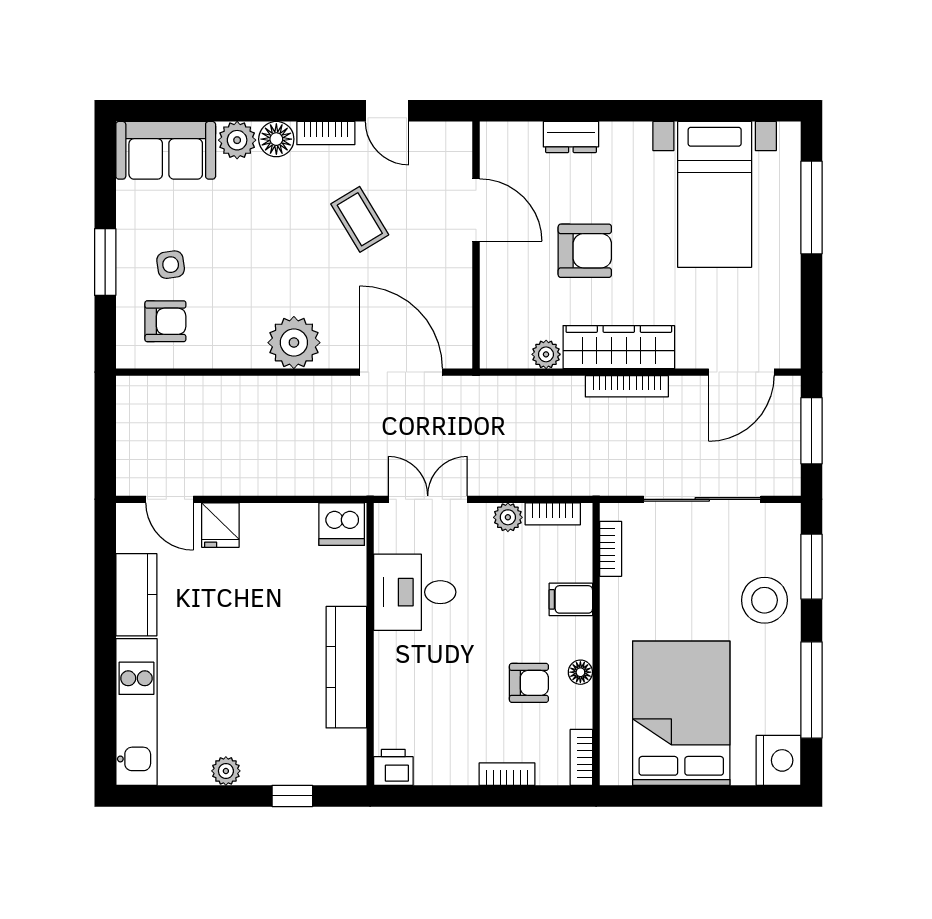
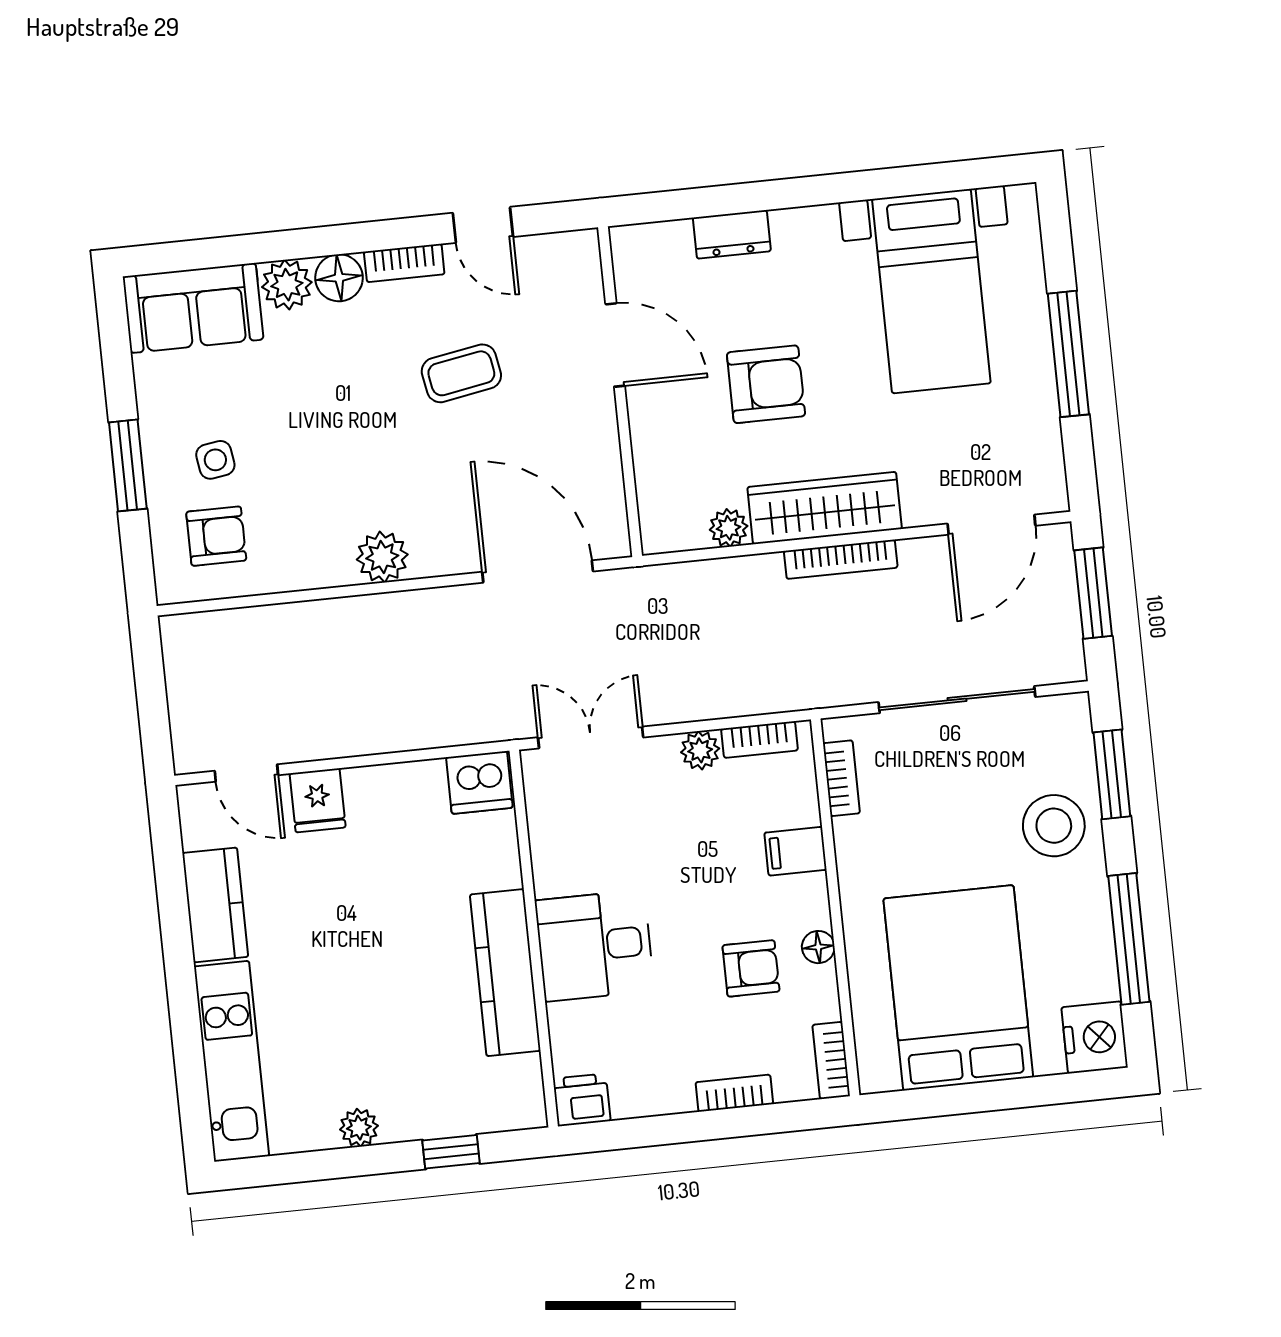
window: (811, 208) -> (1068, 354), moved
coffee table: (360, 219) -> (461, 373), turned -69
plant: (294, 343) -> (382, 557), width x0.73, depth x0.73
desk: (415, 592) -> (595, 946), moved

